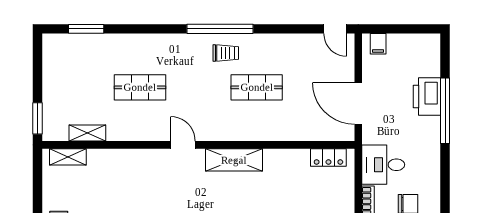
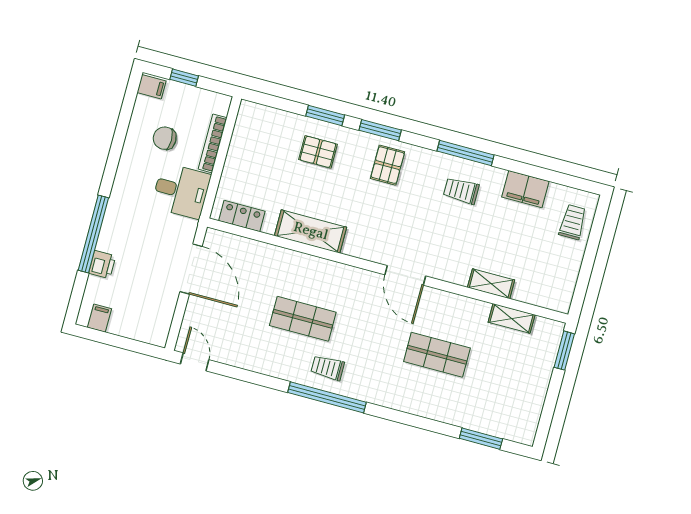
filing cabinet: (378, 44) -> (100, 318), moved
printer: (427, 96) -> (102, 265), width x0.53, depth x0.68
door: (183, 145) -> (405, 275), width x1.38
shelving: (68, 157) -> (491, 284), moved
shelving: (234, 160) -> (311, 231), moved

